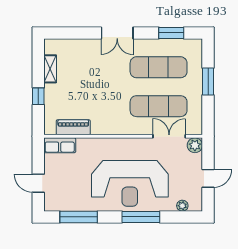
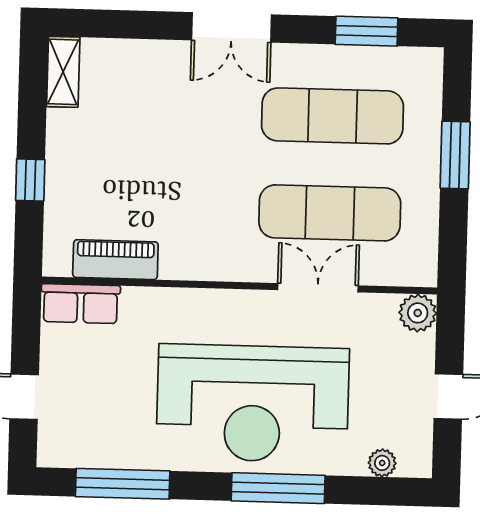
shelving: (50, 69) -> (63, 72), moved
double door: (169, 136) -> (318, 288), moved

